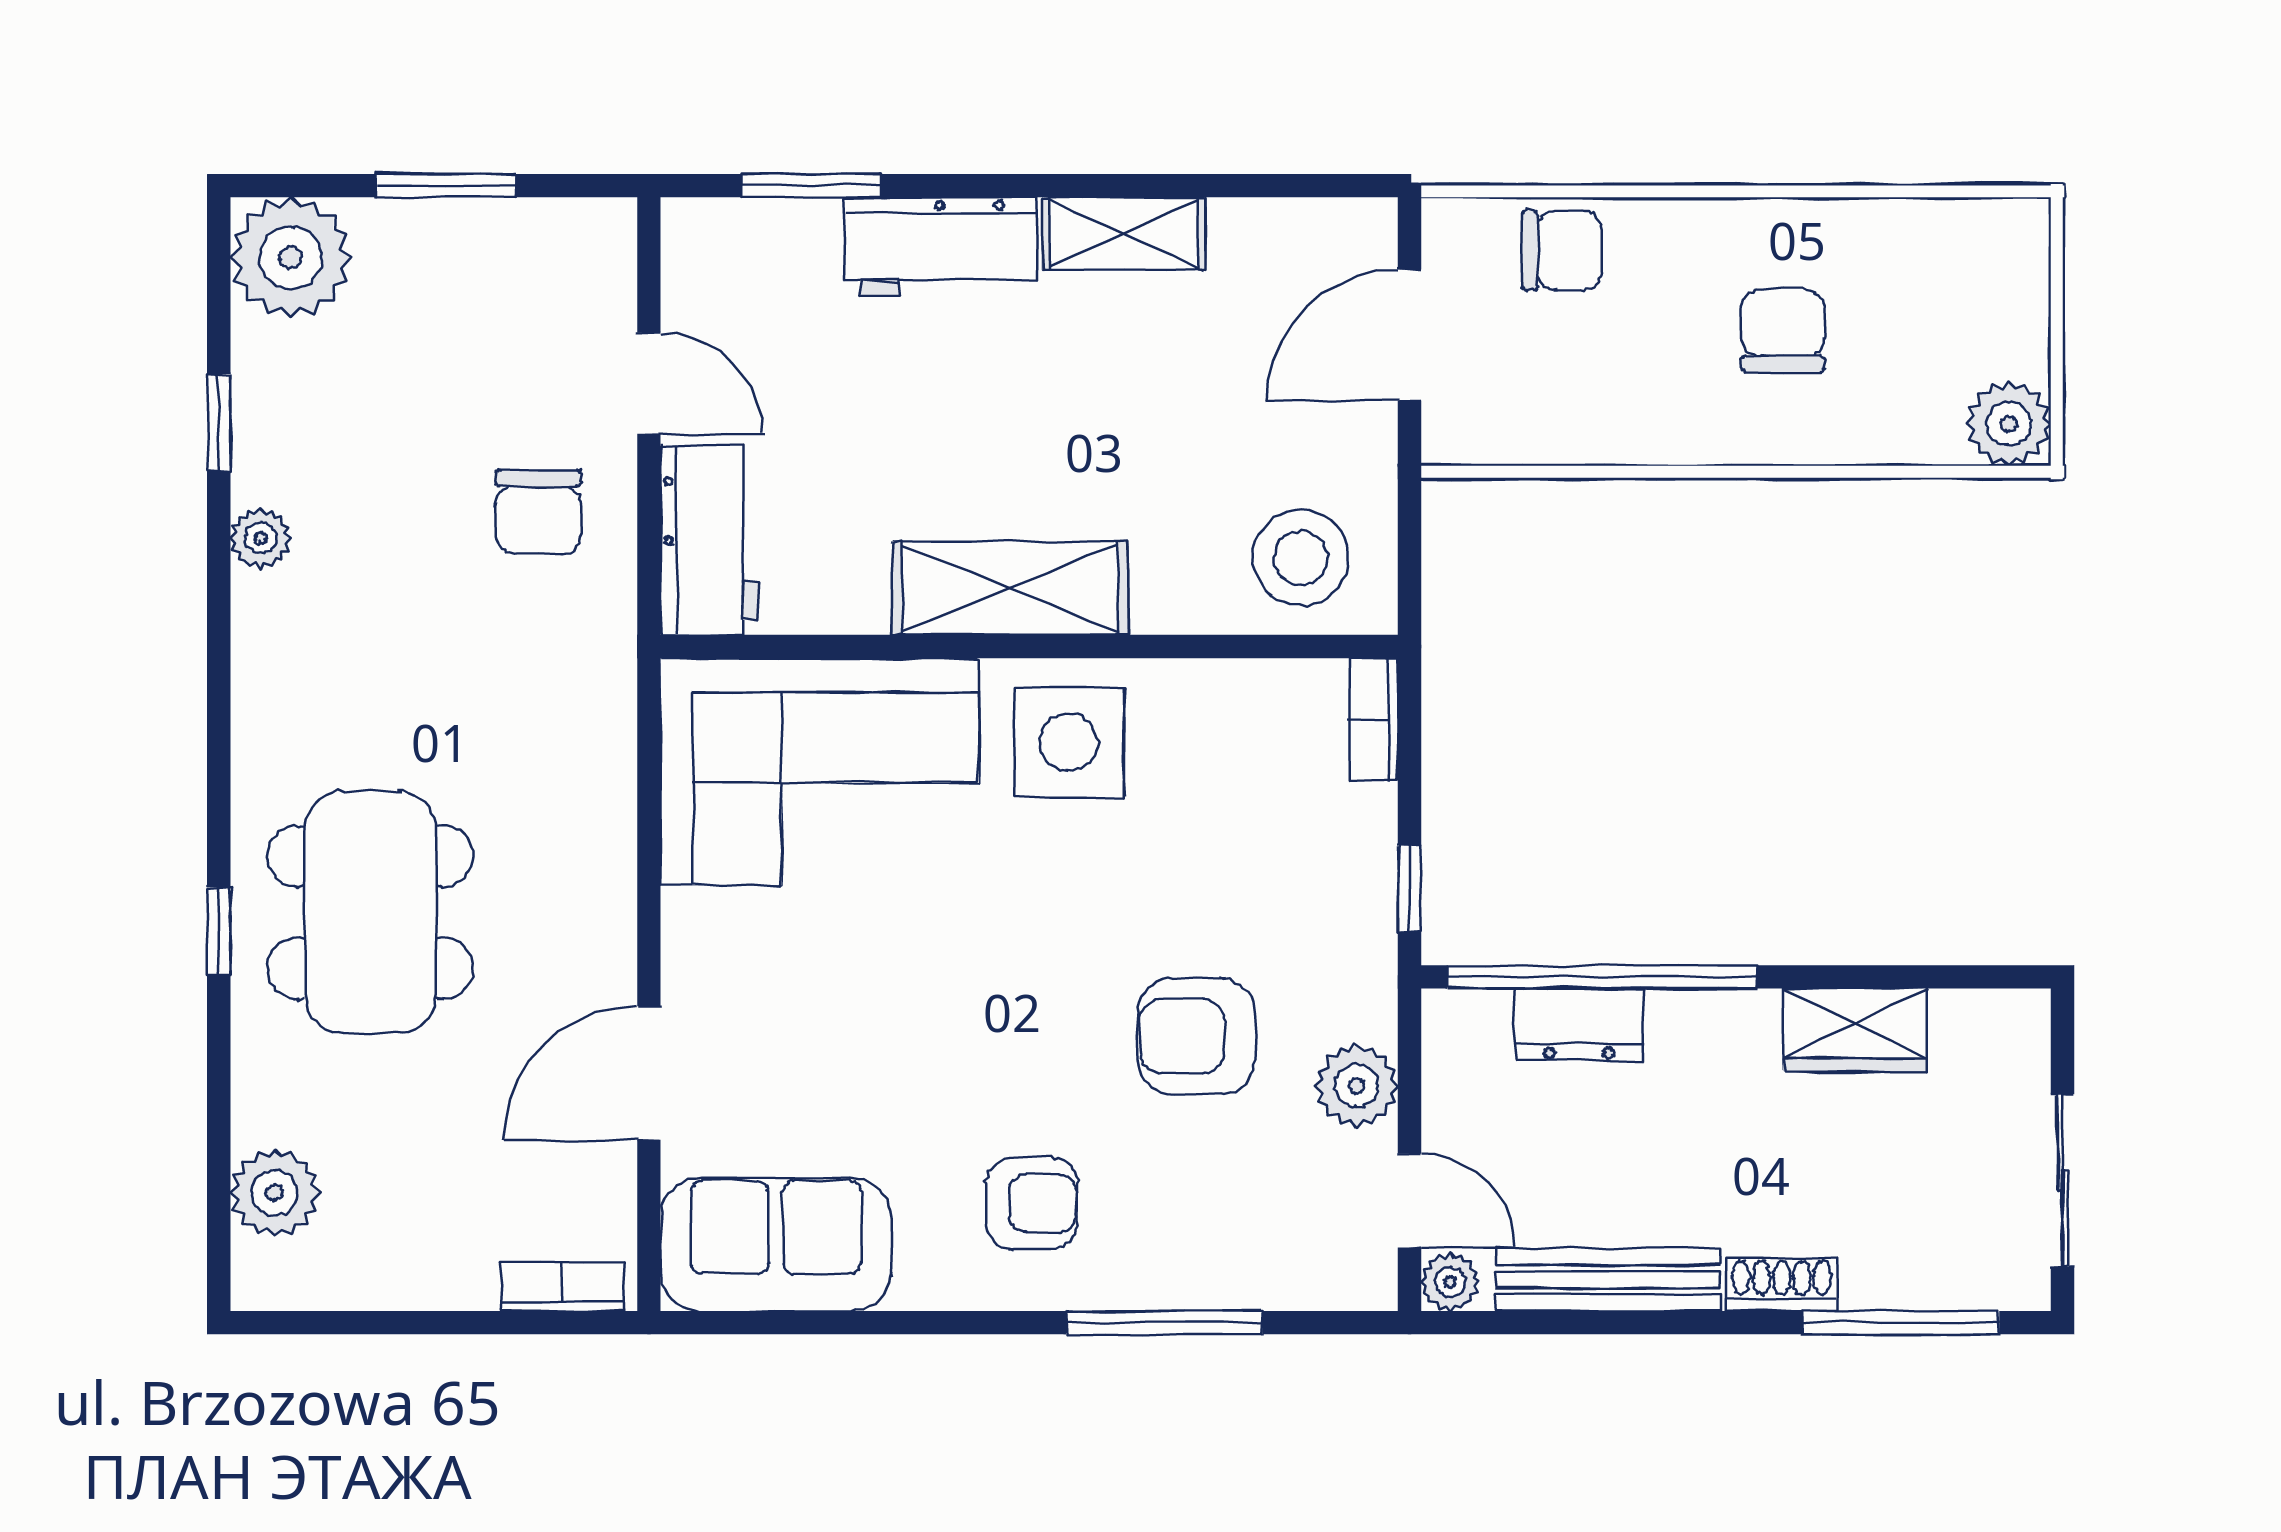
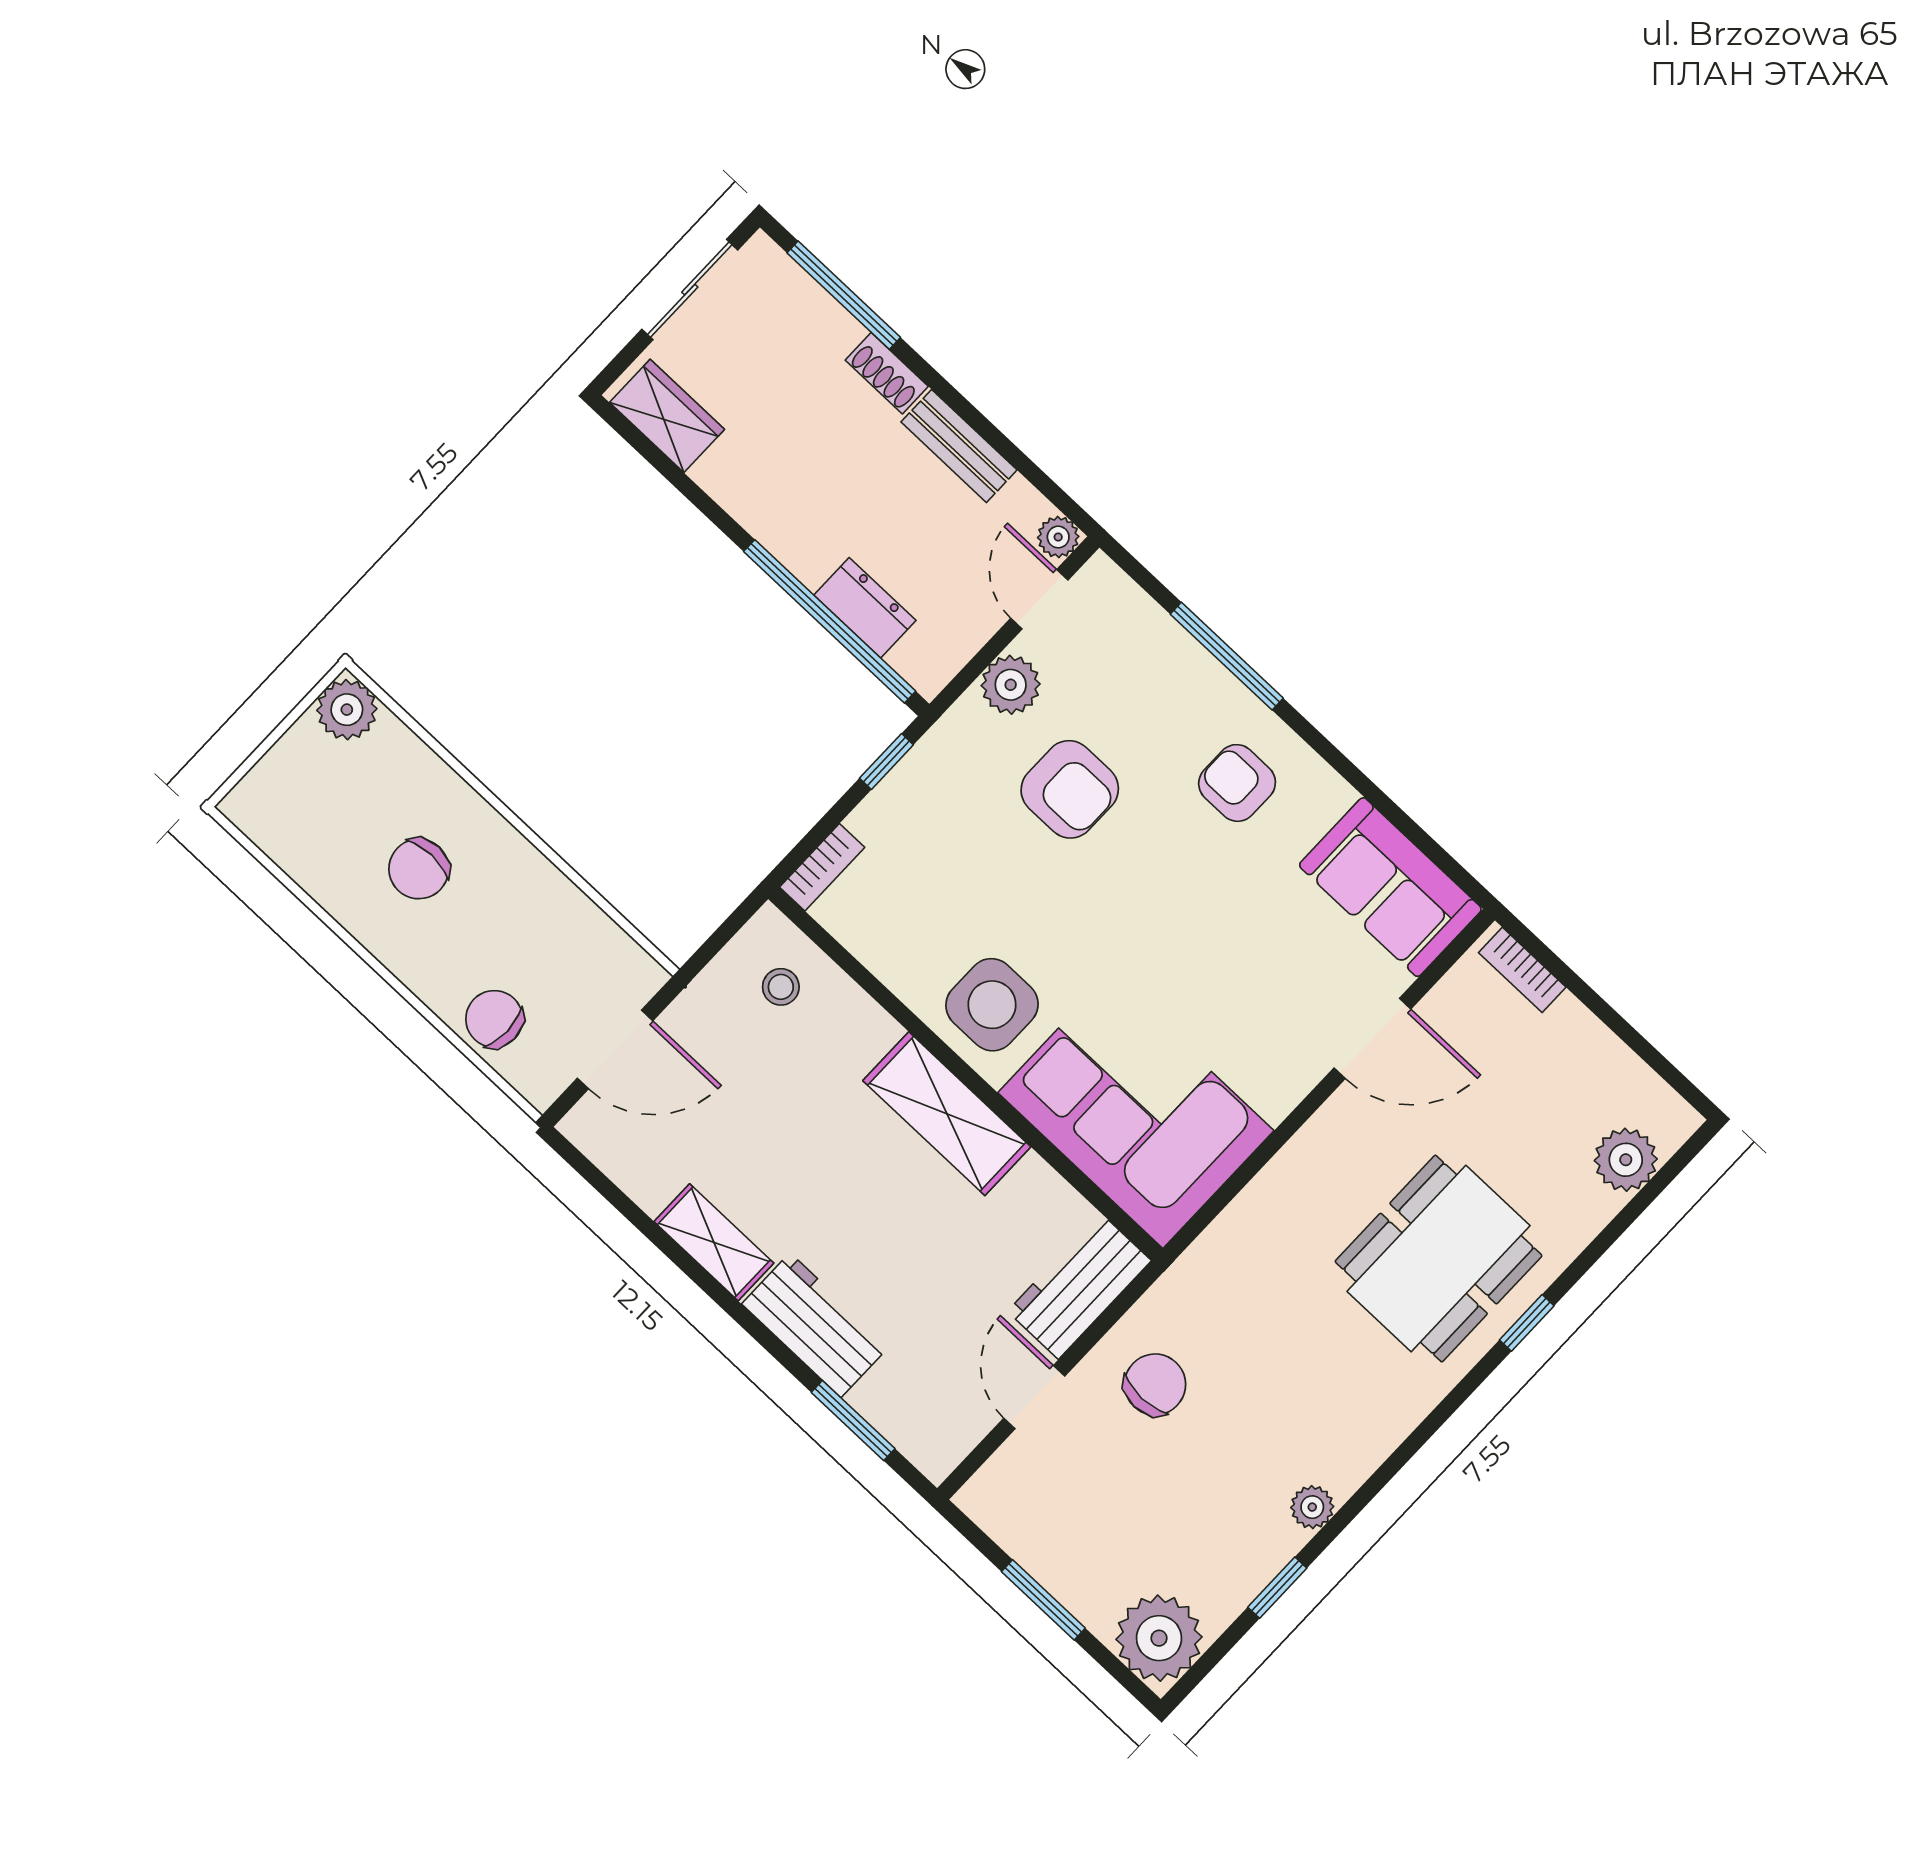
stool: (1301, 558) -> (781, 987), width x0.53, depth x0.53
wardrobe: (1855, 1030) -> (667, 416), moved
bench: (1608, 1280) -> (959, 446), width x0.73

